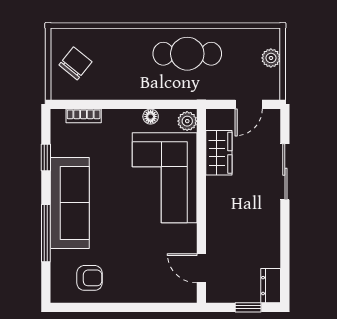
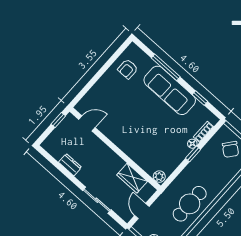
window: (122, 104) -> (193, 154), added
floor lamp: (151, 117) -> (192, 144), moved
corner sofa: (165, 178) -> (143, 143), removed
dresser: (271, 286) -> (70, 165), moved
window: (248, 307) -> (58, 120), moved

